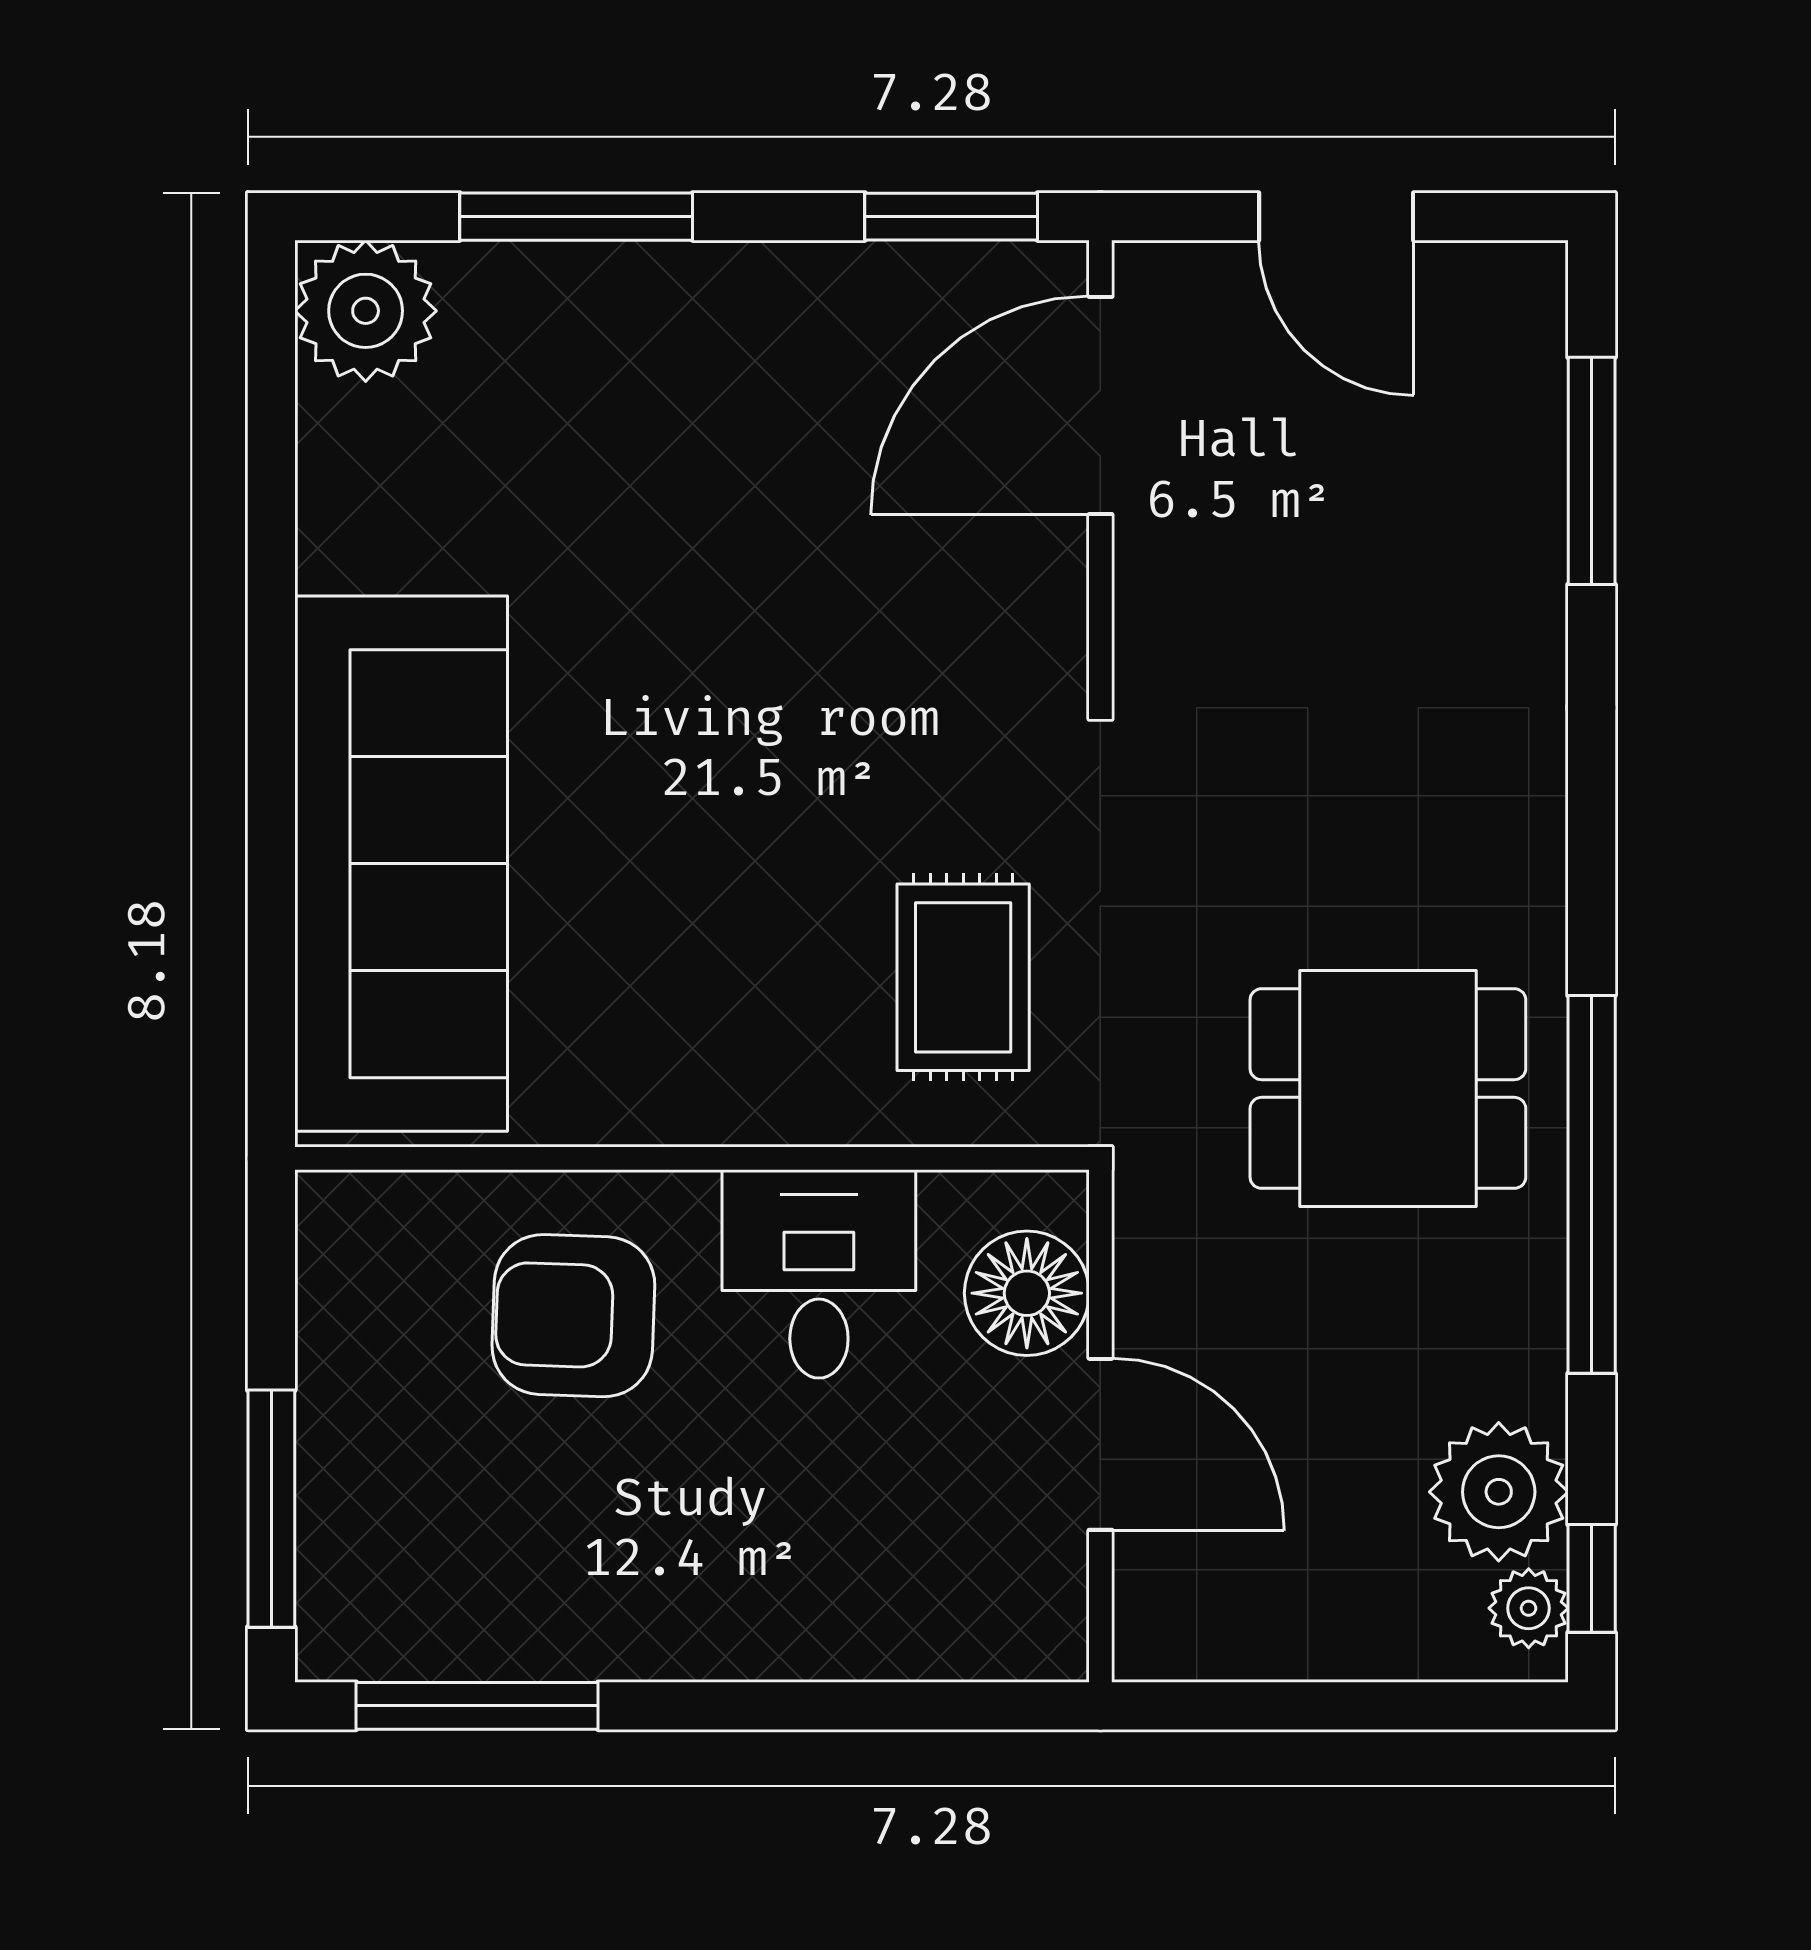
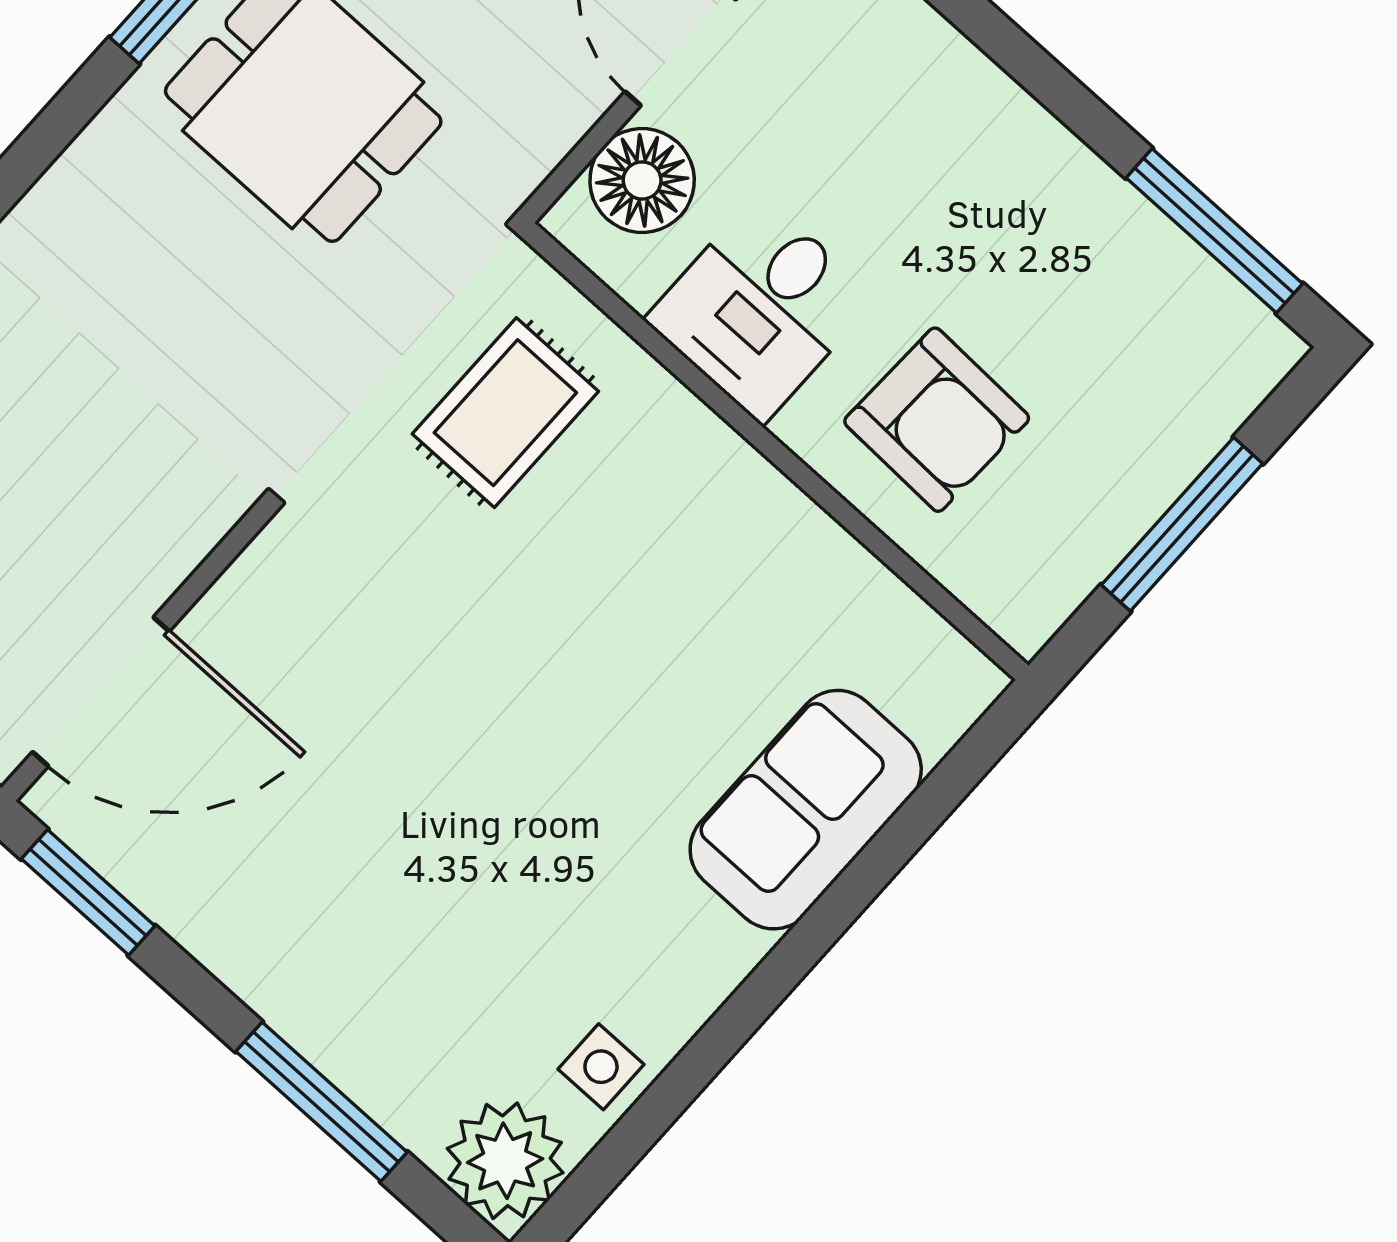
side table: (355, 471) -> (601, 1067), added
sofa: (401, 864) -> (806, 810), width x0.54, depth x0.79
window: (271, 1509) -> (1182, 524), moved

